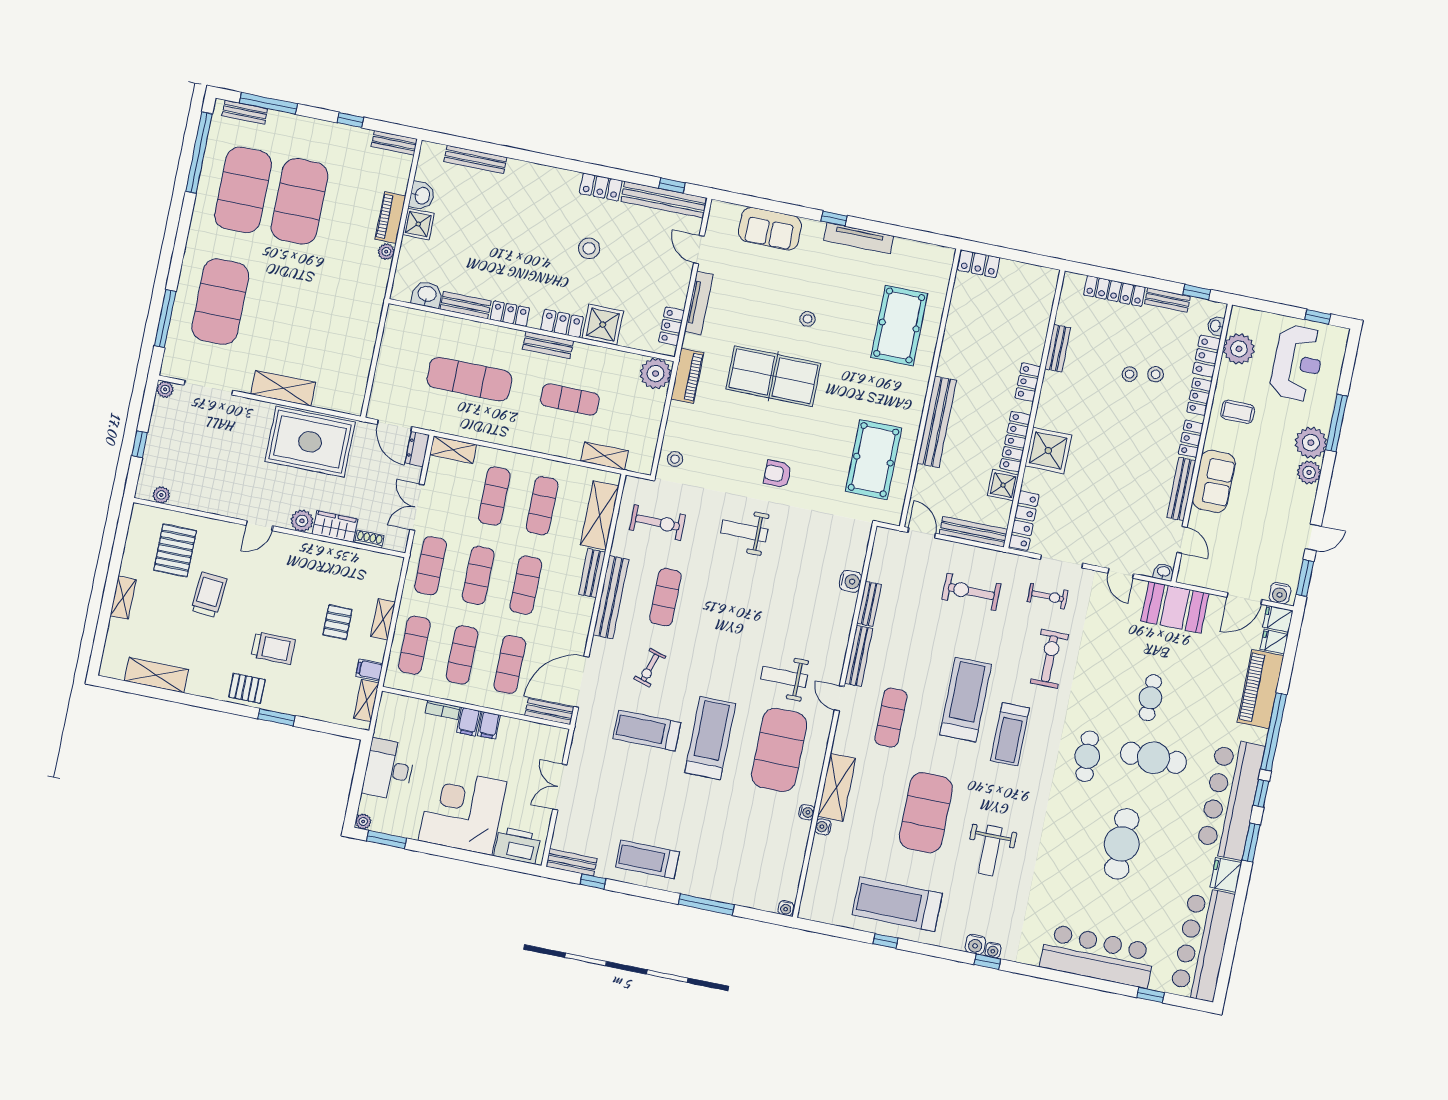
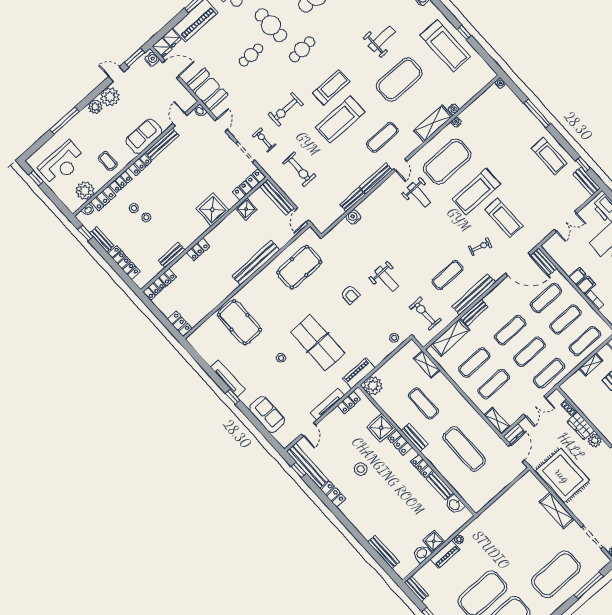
pool table: (899, 325) -> (239, 322), turned 90
reception desk: (1297, 363) -> (62, 163), turned 180
locker: (1015, 442) -> (160, 284), moved
plant: (1311, 443) -> (110, 97), moved

